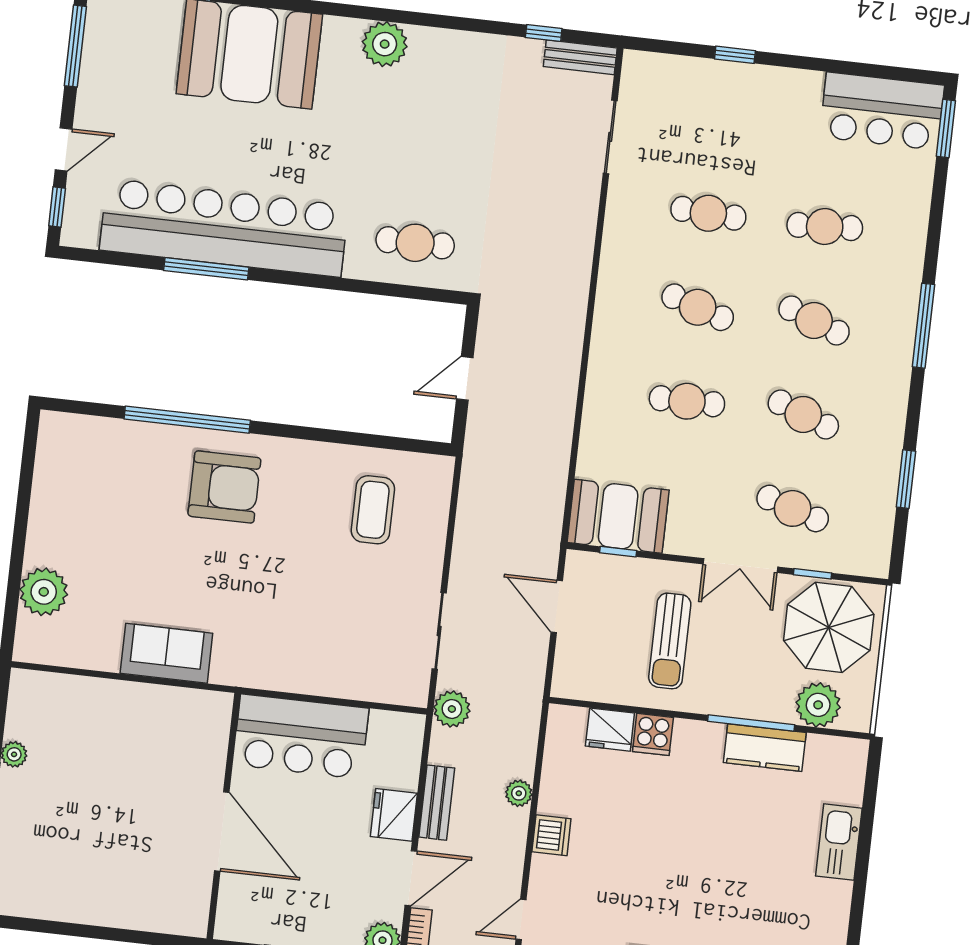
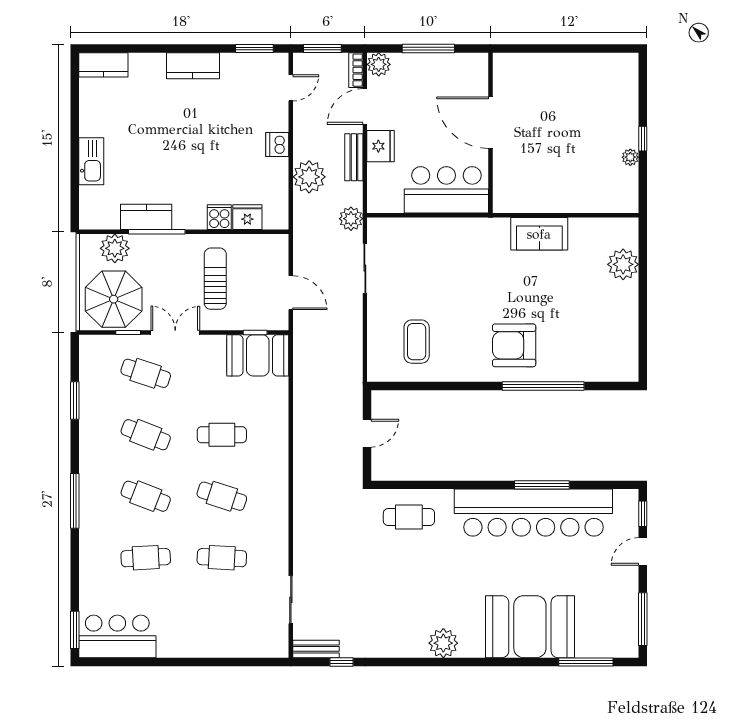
window: (735, 55) -> (216, 662), removed
plant: (519, 793) -> (309, 177), width x1.87, depth x1.87

